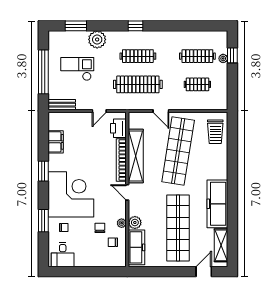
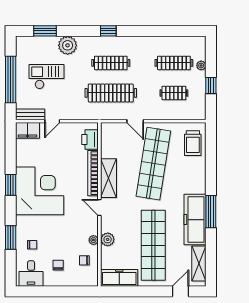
window: (232, 55) -> (211, 86), moved
door: (99, 111) -> (52, 121), moved
filing cabinet: (56, 142) -> (27, 130), moved, turned 90
shelving: (136, 156) -> (109, 178), width x0.68
corner desk: (71, 194) -> (40, 191), moved
window: (232, 196) -> (211, 212), added
chair: (100, 228) -> (58, 265), moved
freezer: (137, 247) -> (119, 278), moved, turned -90

